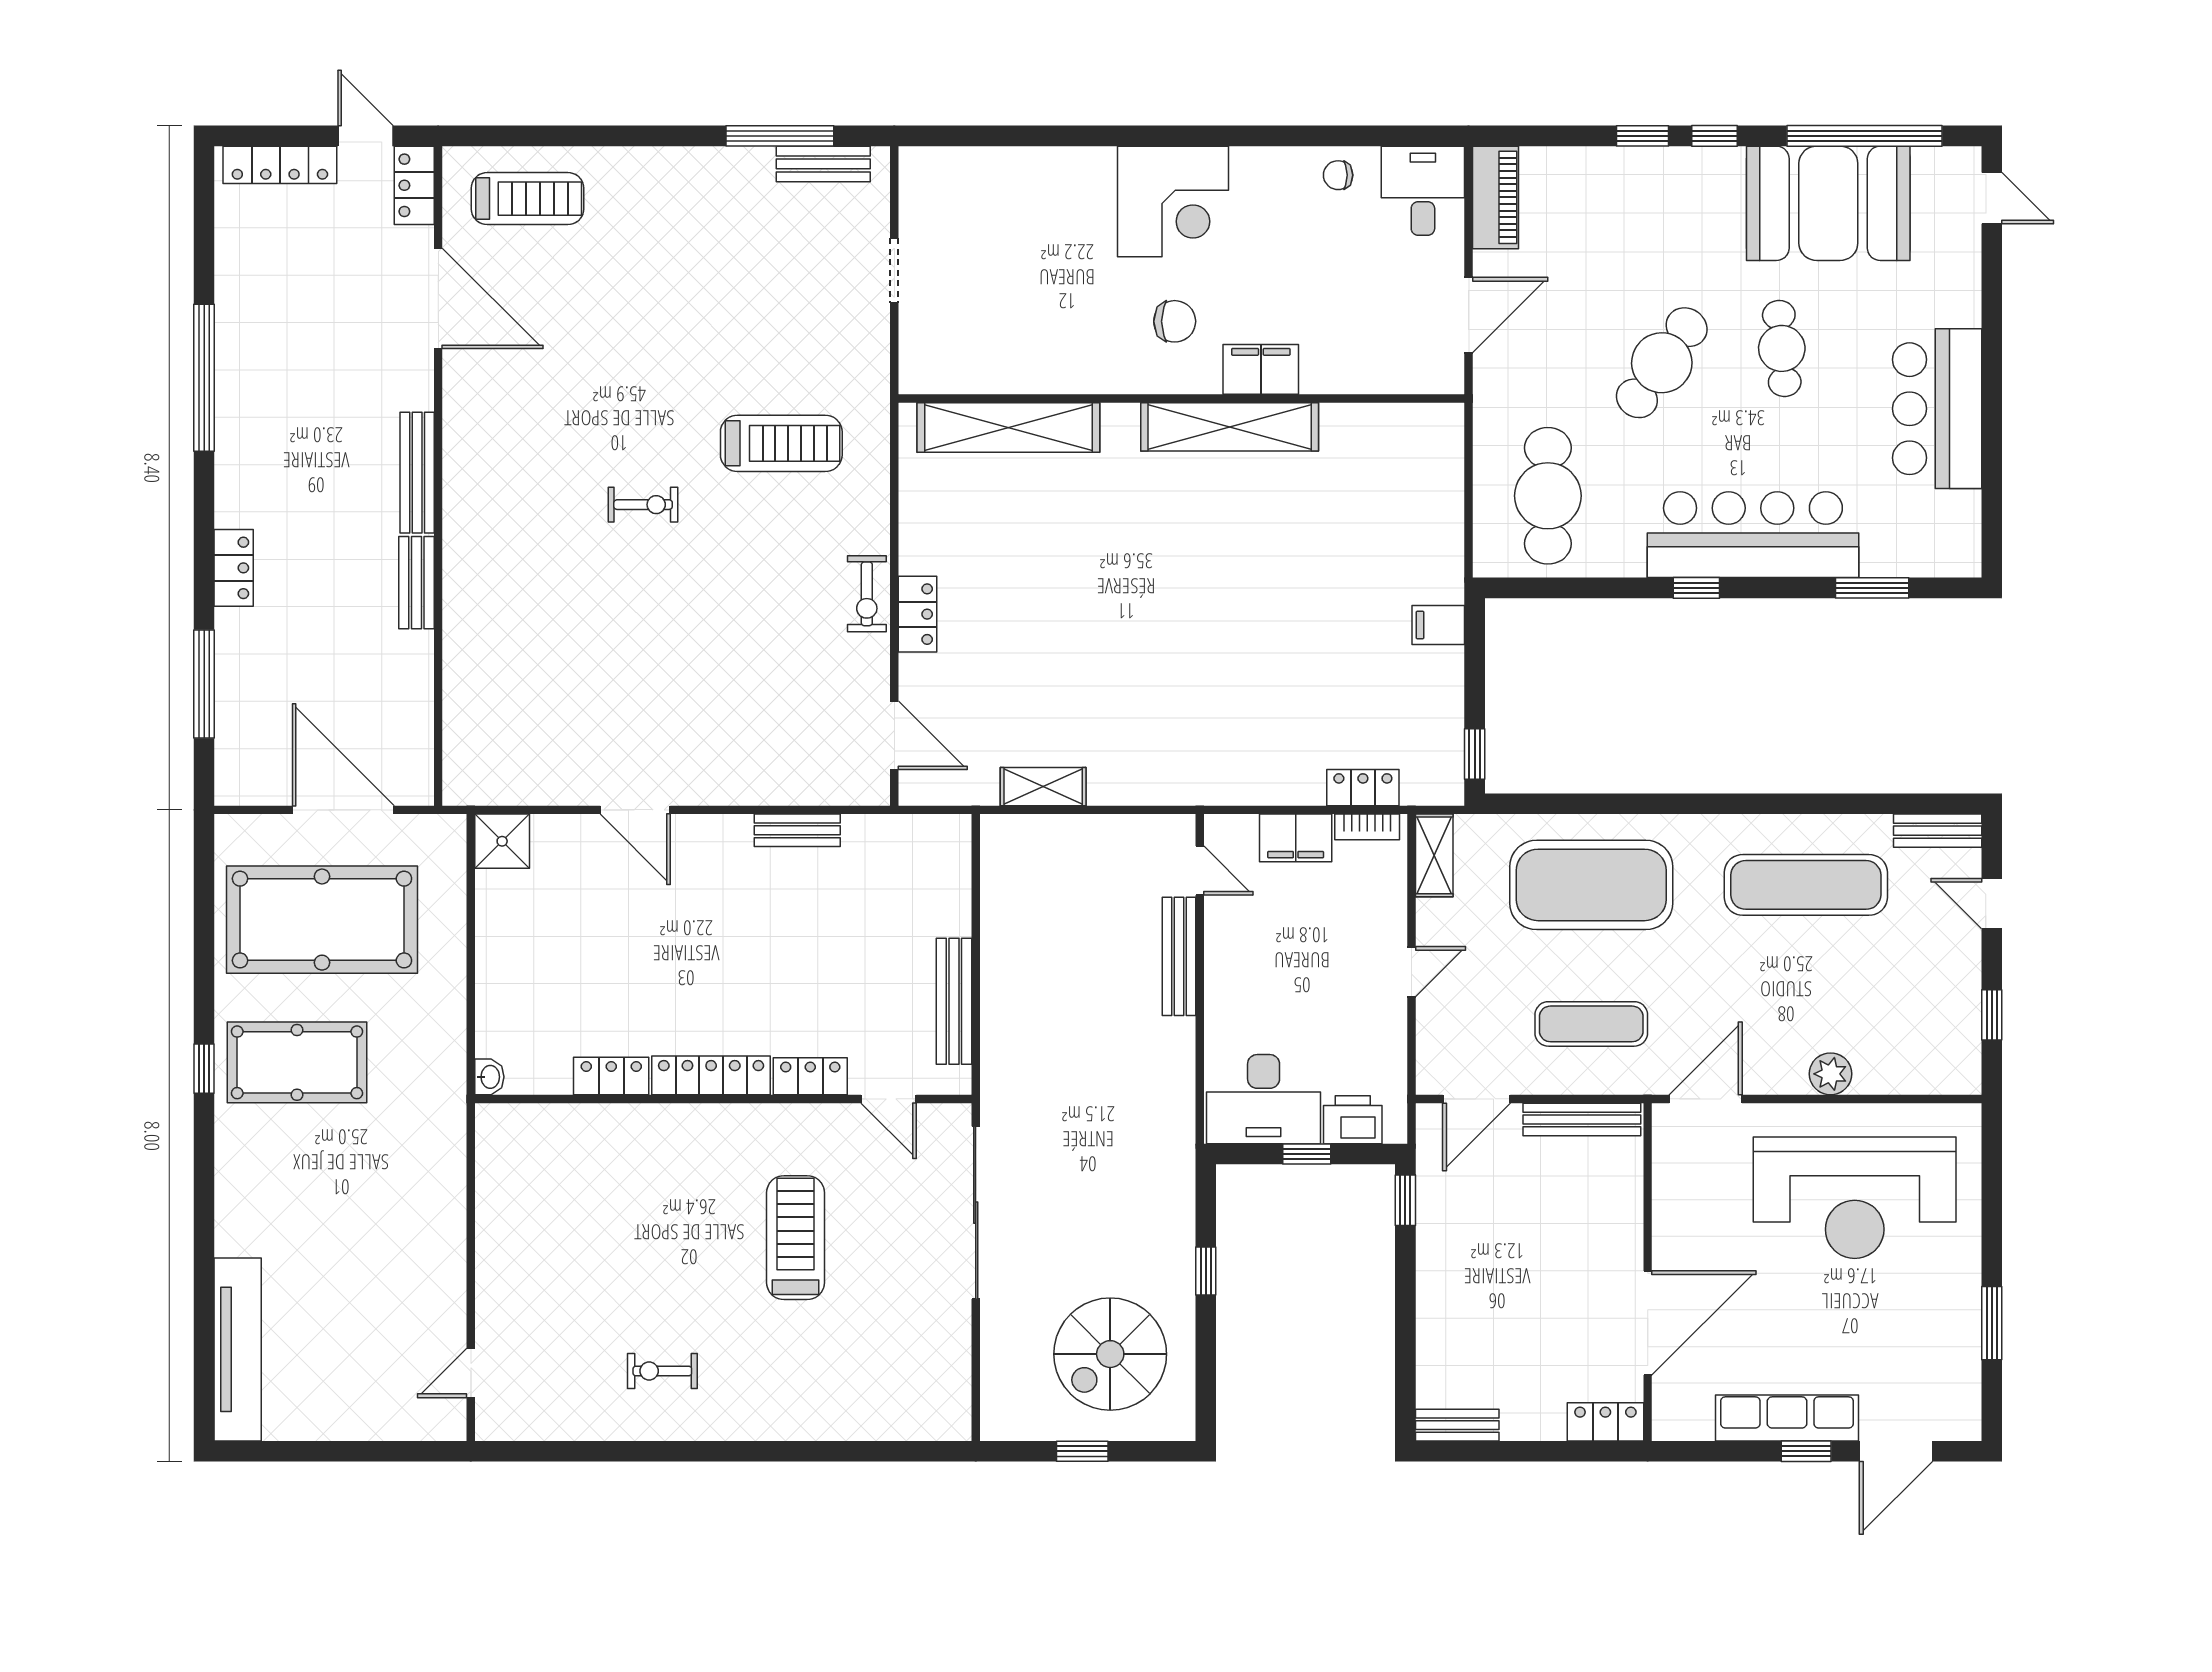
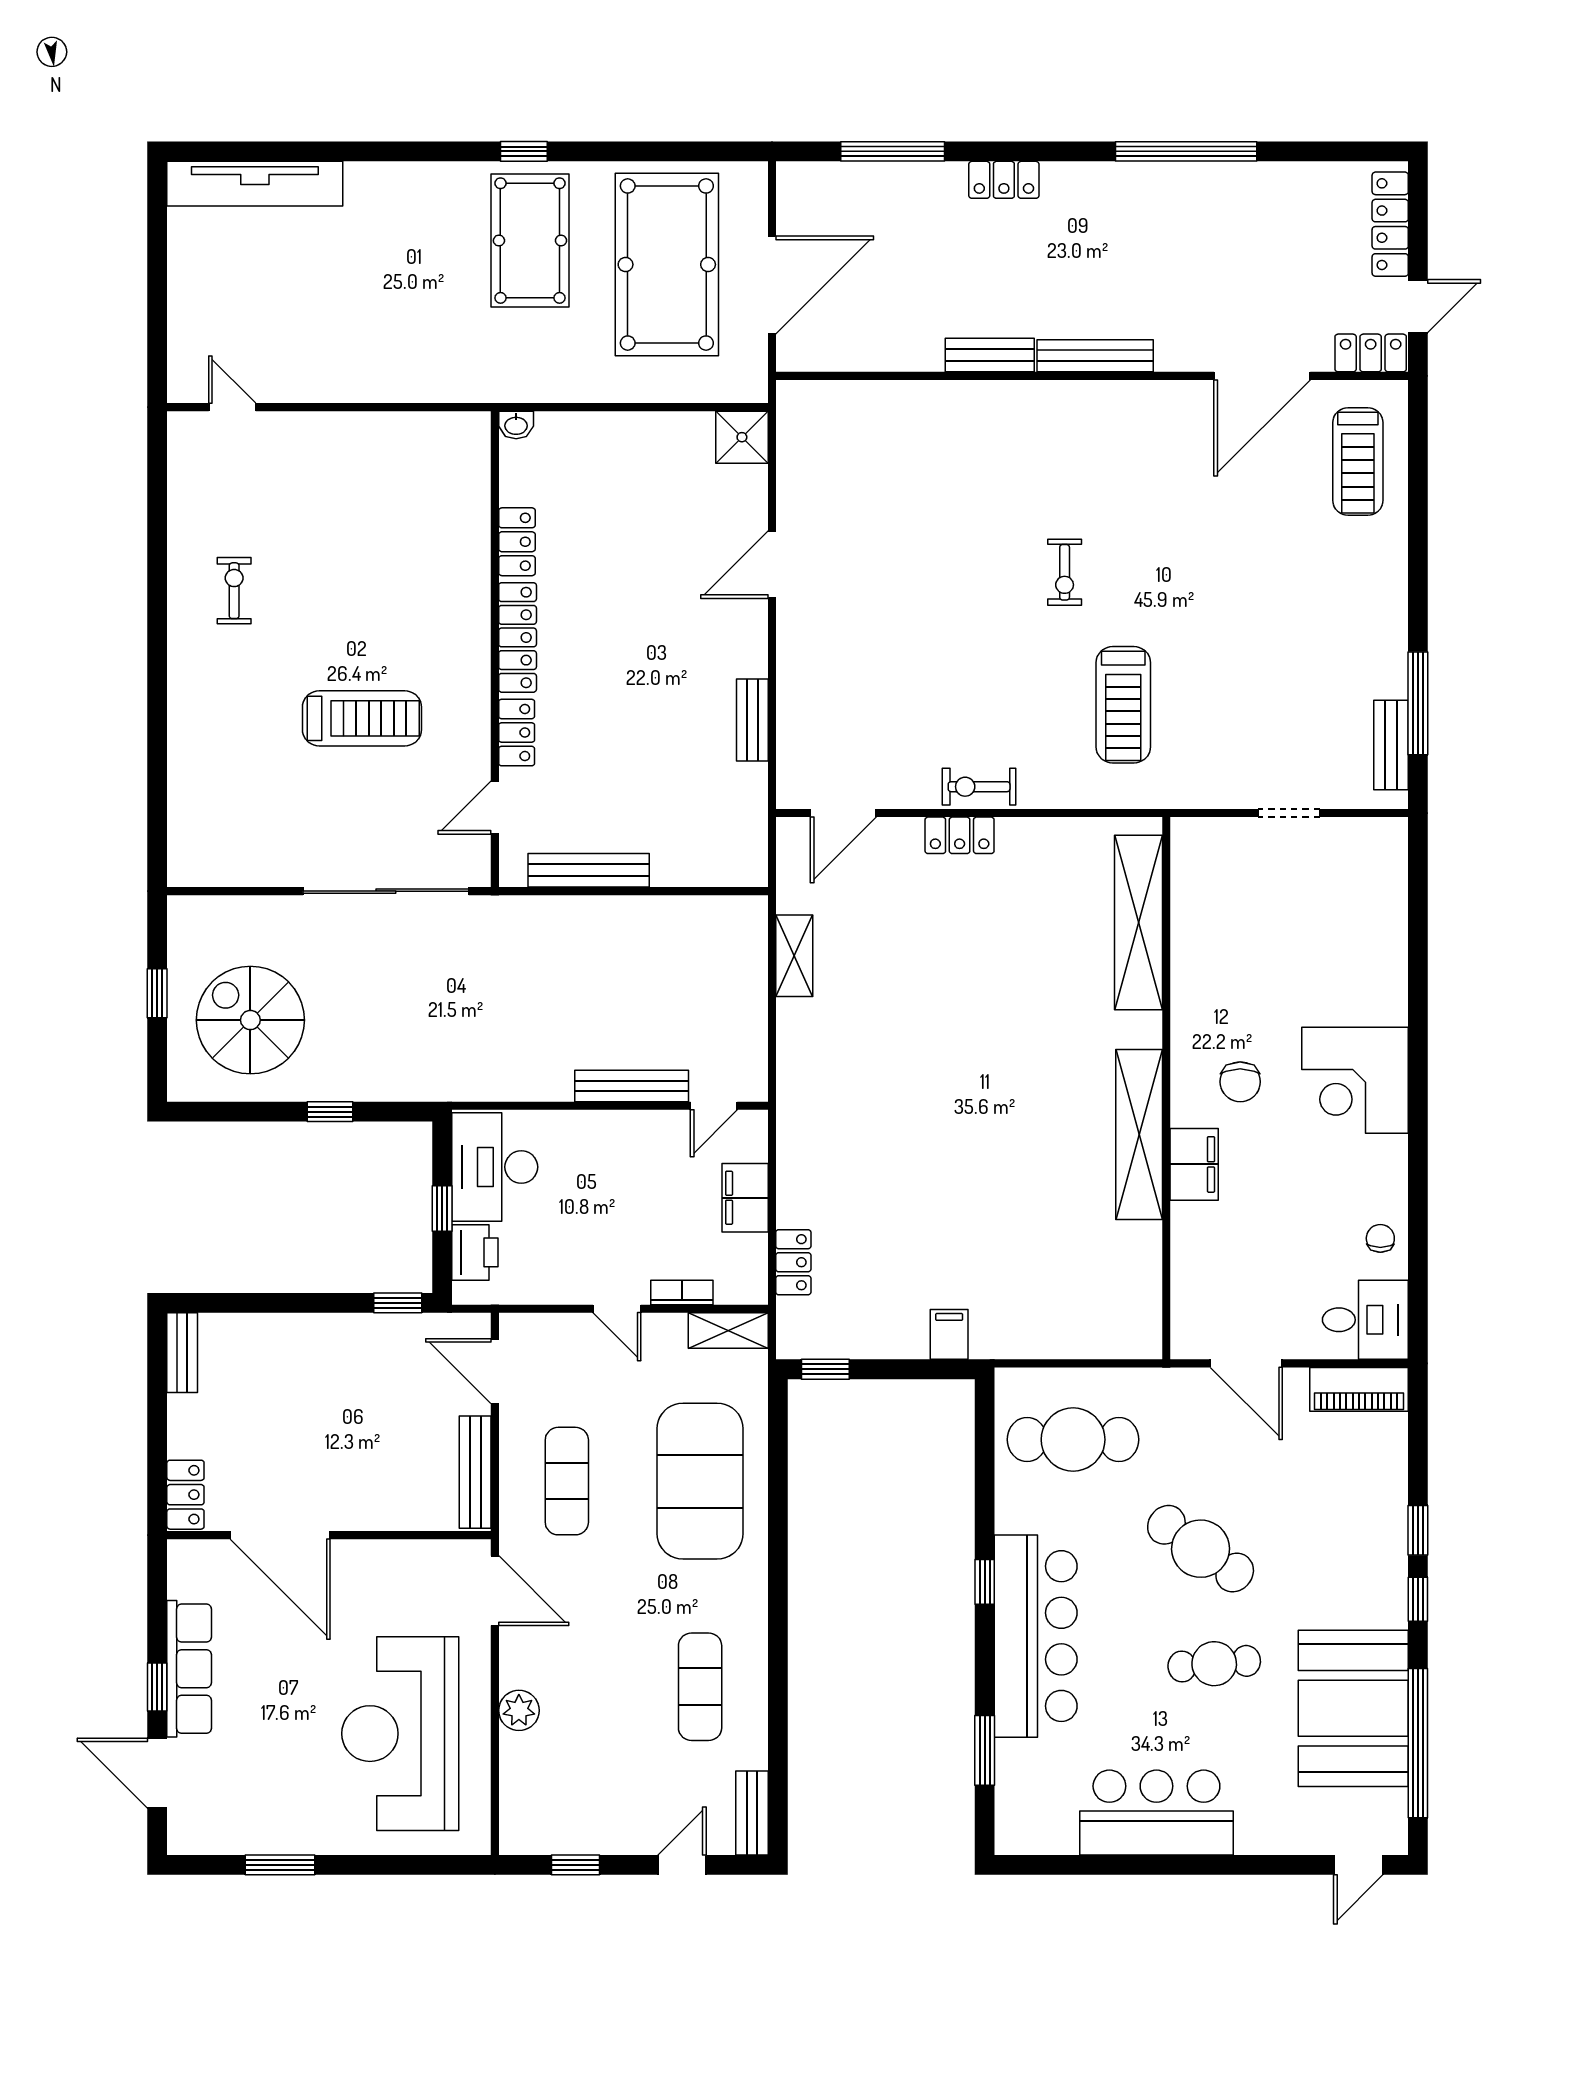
bookcase: (1367, 827) -> (682, 1292), moved, turned 90
exercise mat: (1806, 885) -> (700, 1687), width x0.73, depth x0.69

